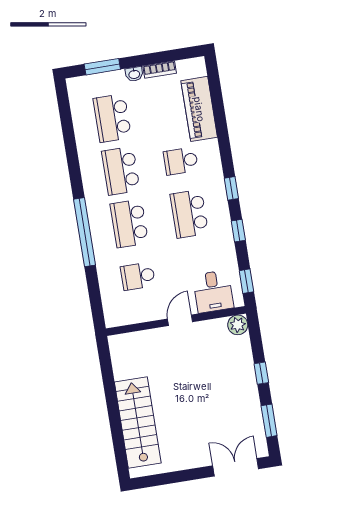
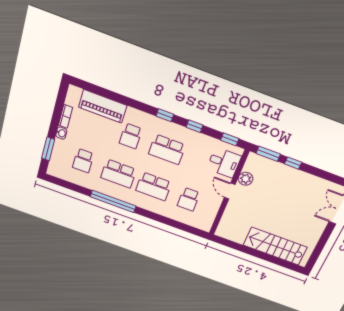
school desk: (112, 118) -> (83, 161), width x0.54
window: (85, 232) -> (113, 201), moved
plant: (238, 325) -> (246, 179), moved
window: (269, 421) -> (268, 154), moved

